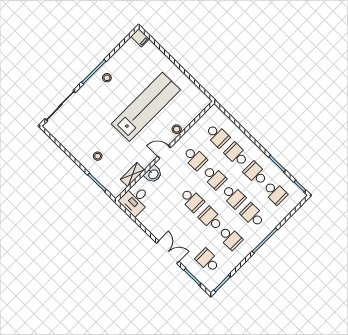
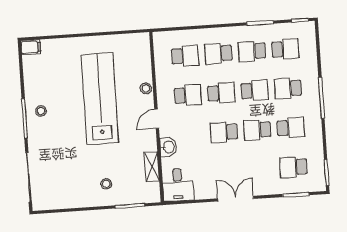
school desk: (192, 200) -> (224, 132), turned 180
double door: (168, 252) -> (236, 199), moved

